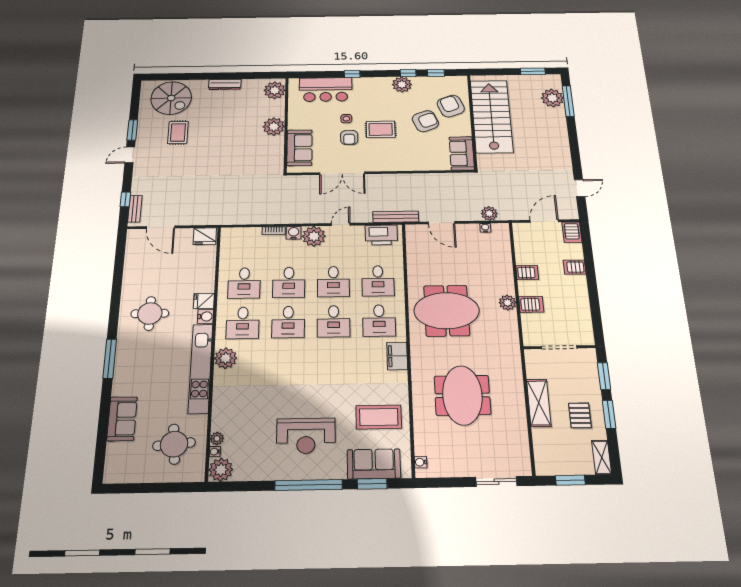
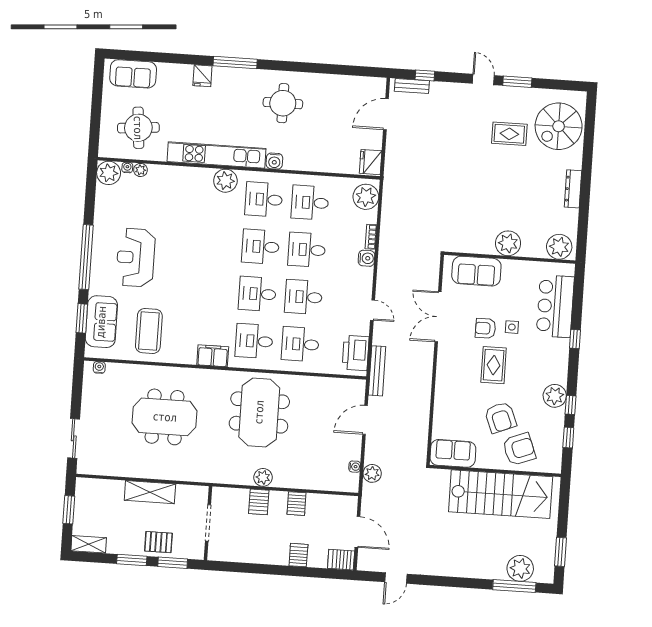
door: (580, 188) -> (396, 578), hinge flipped
plant: (314, 236) -> (366, 197), moved
fridge: (204, 301) -> (202, 76), moved, turned 180
pallet: (580, 415) -> (158, 542), moved
sofa: (122, 419) -> (133, 74), moved

